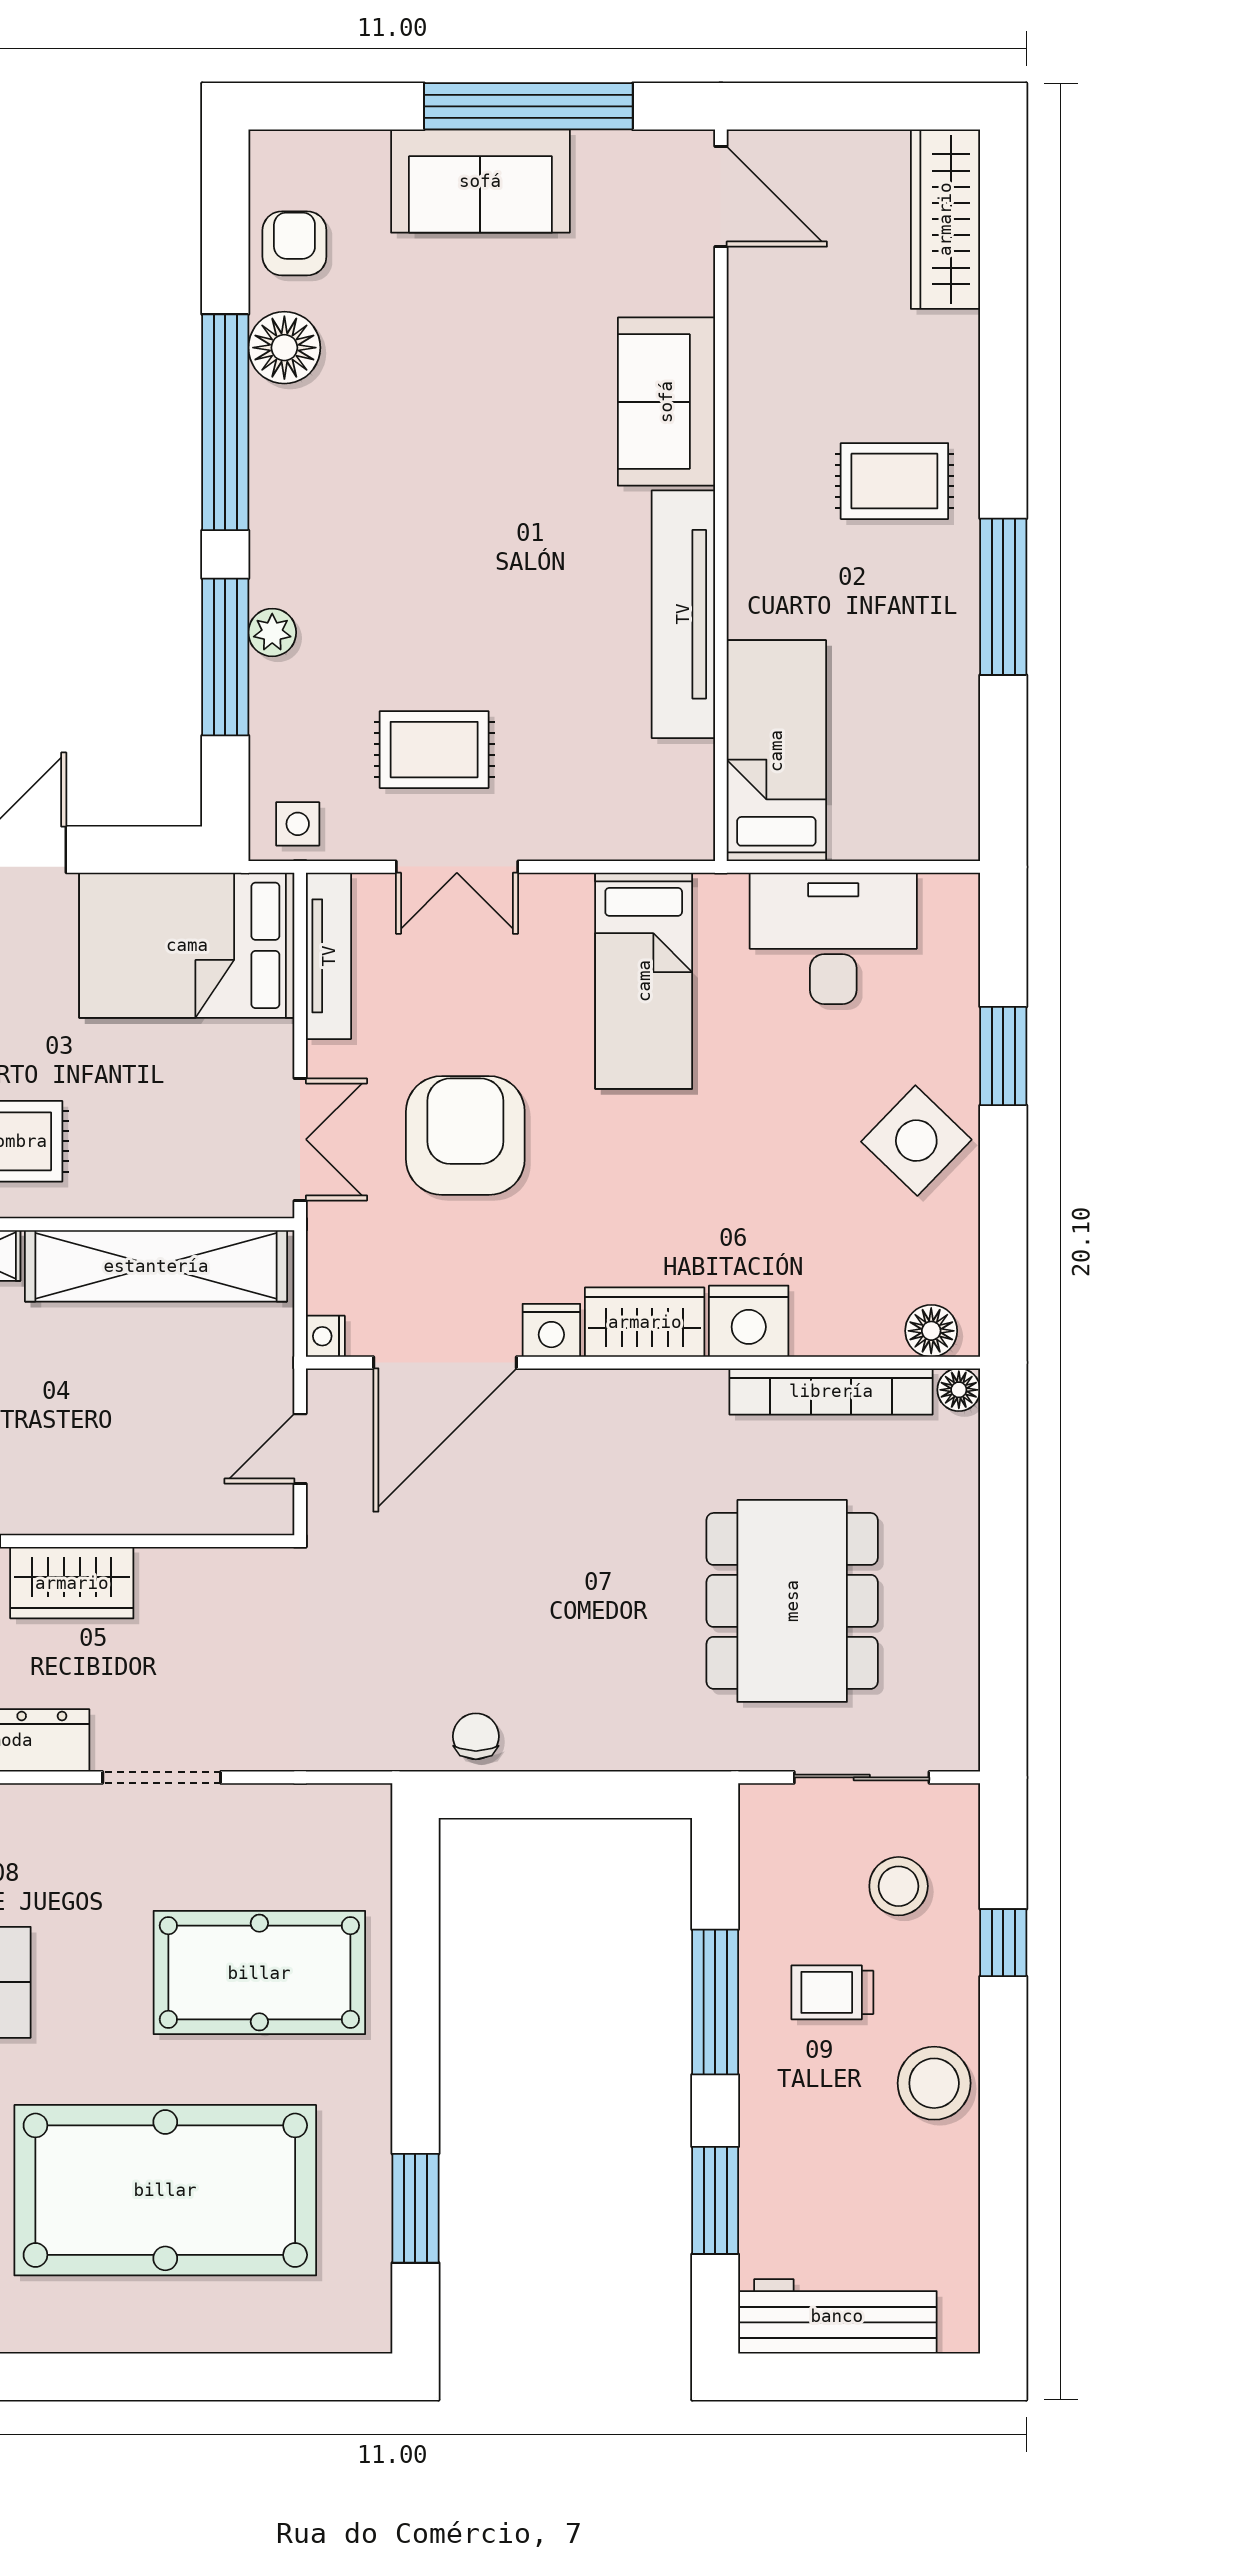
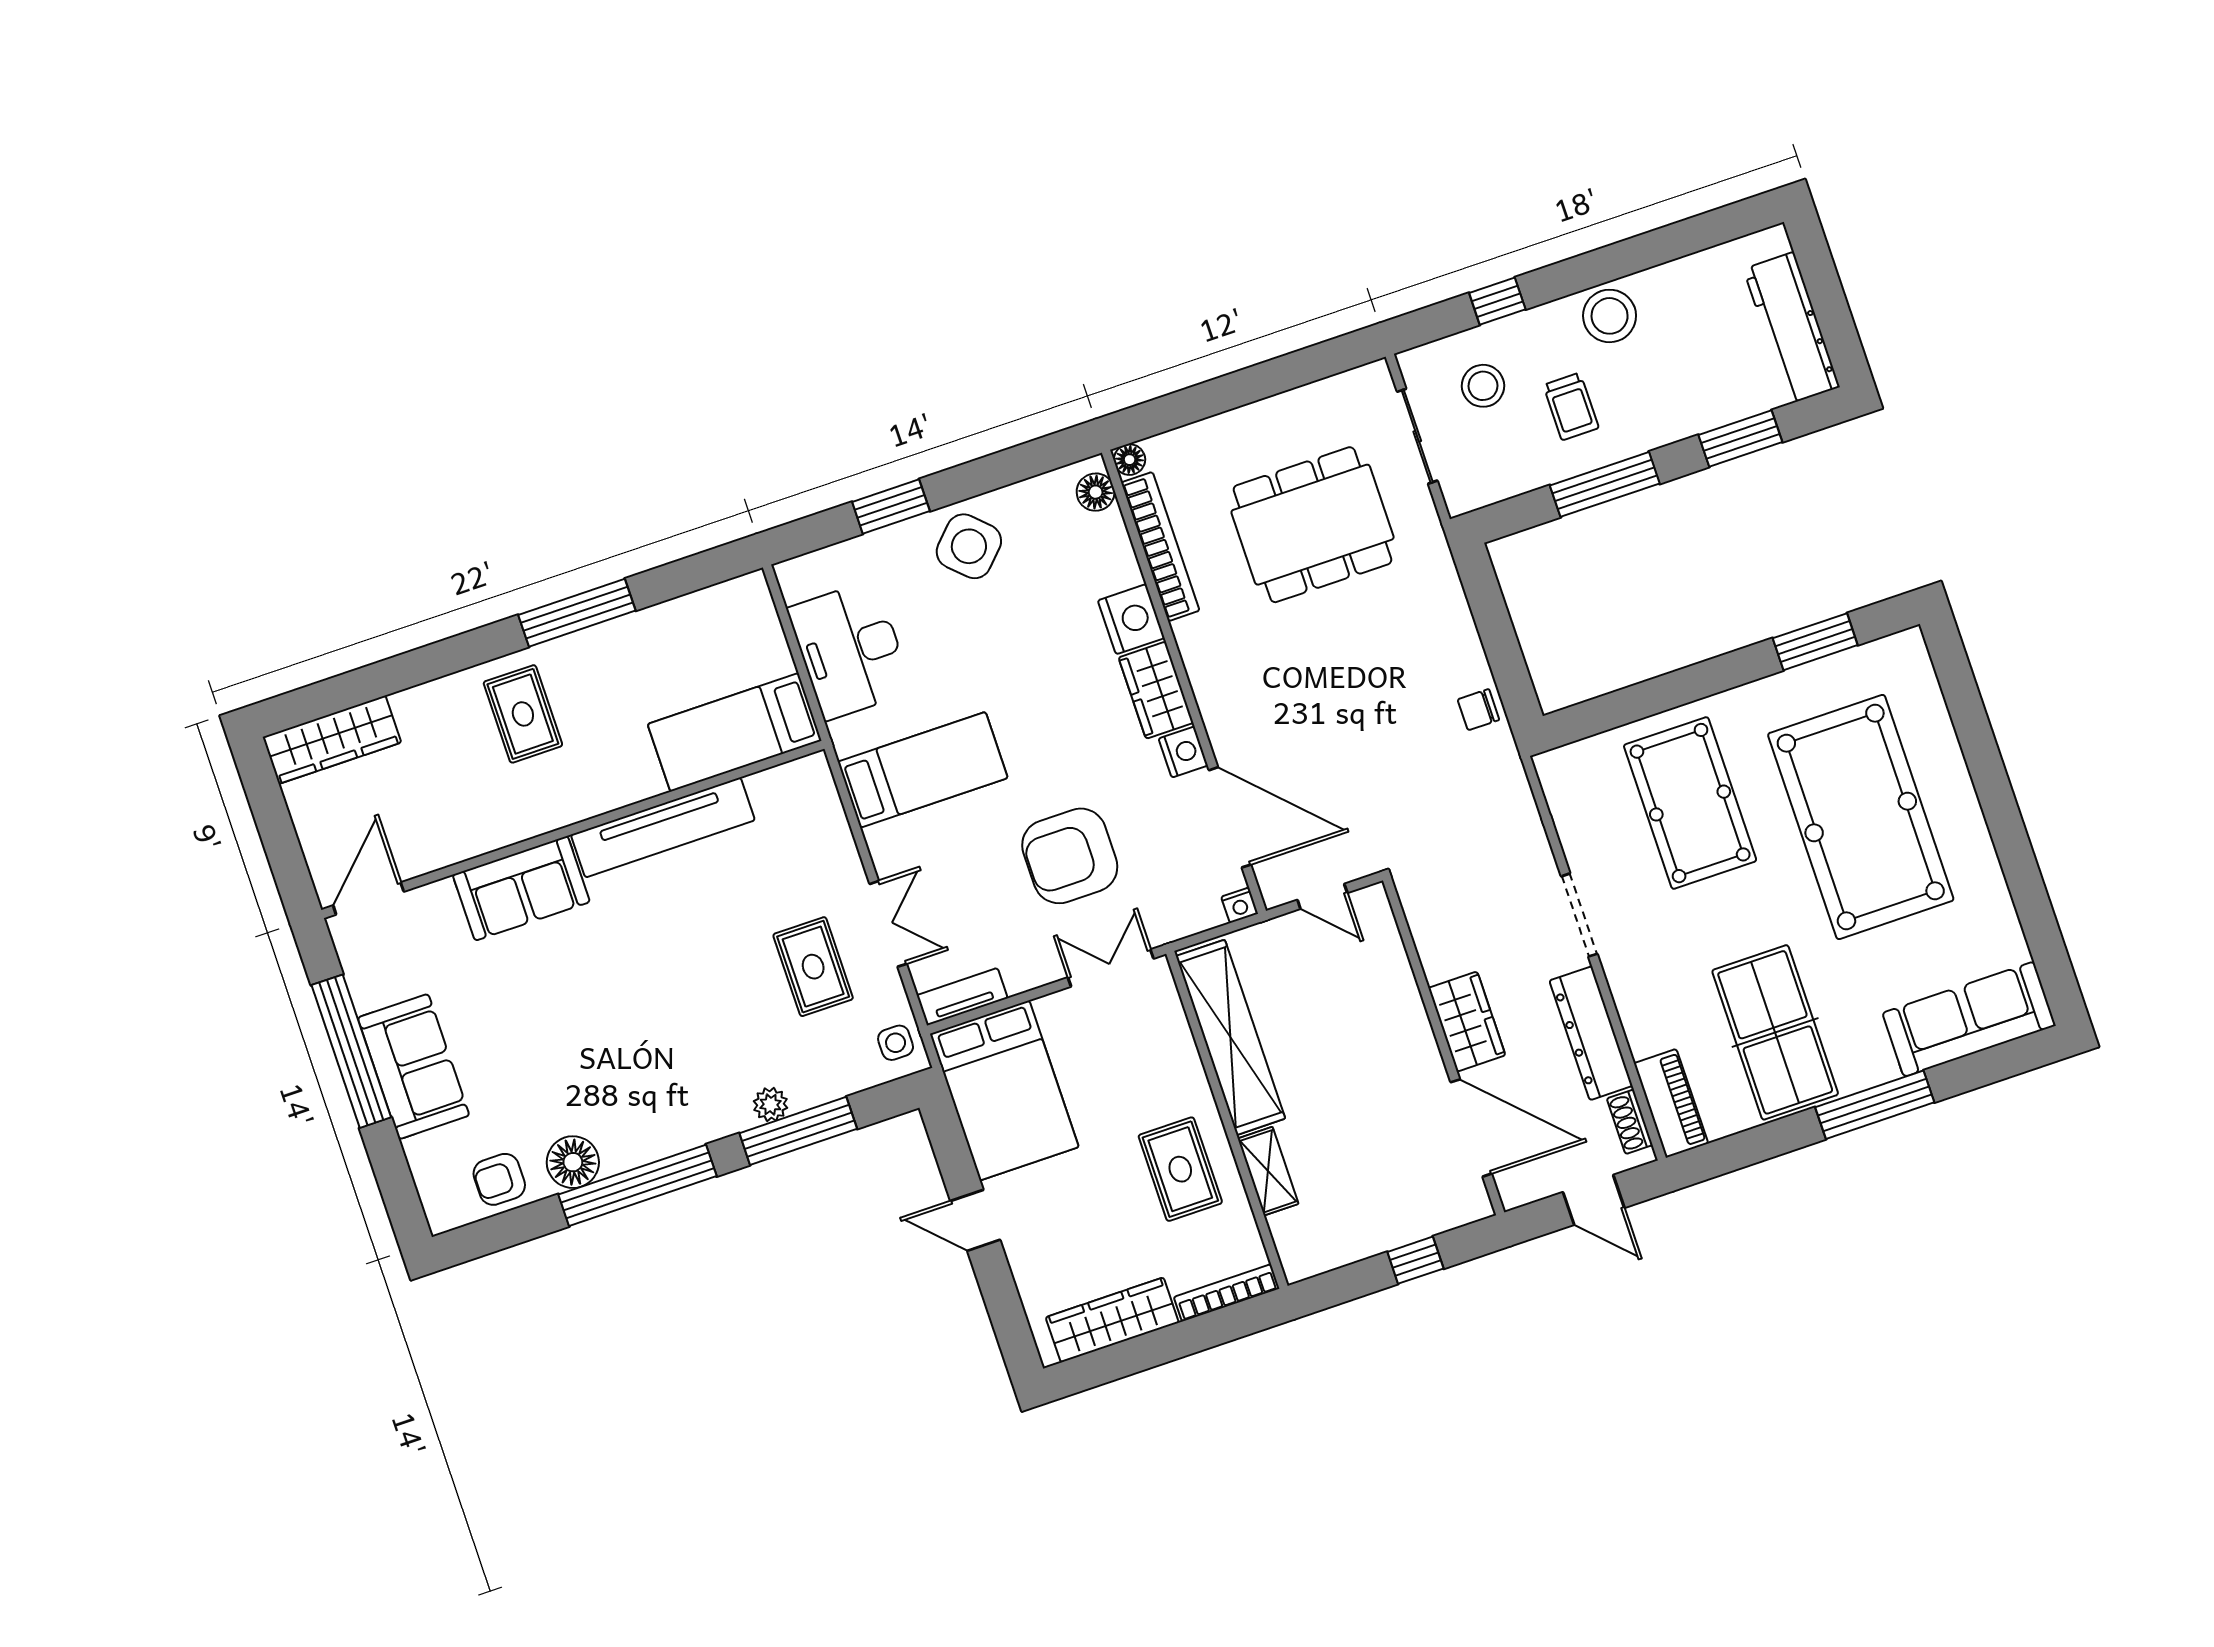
tv unit: (329, 956) -> (962, 997), width x0.71

